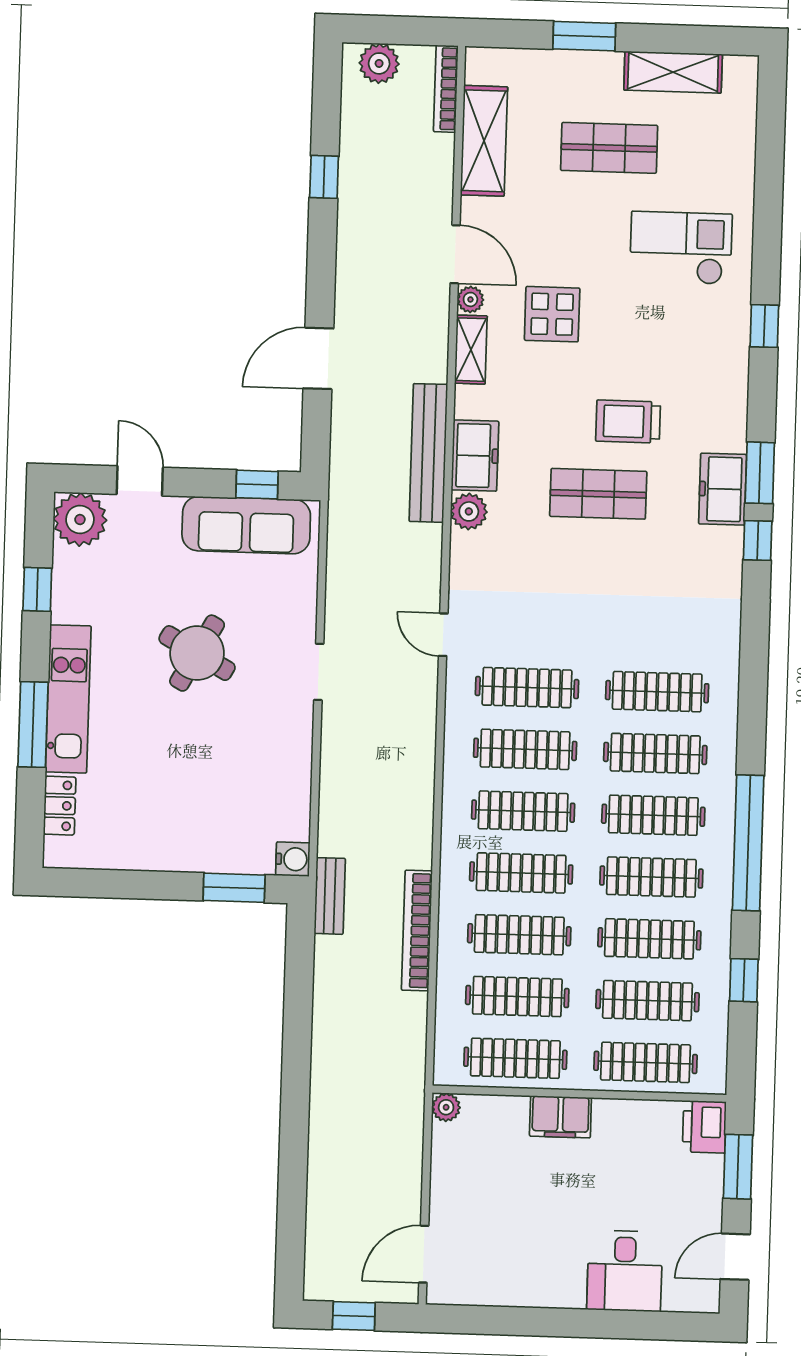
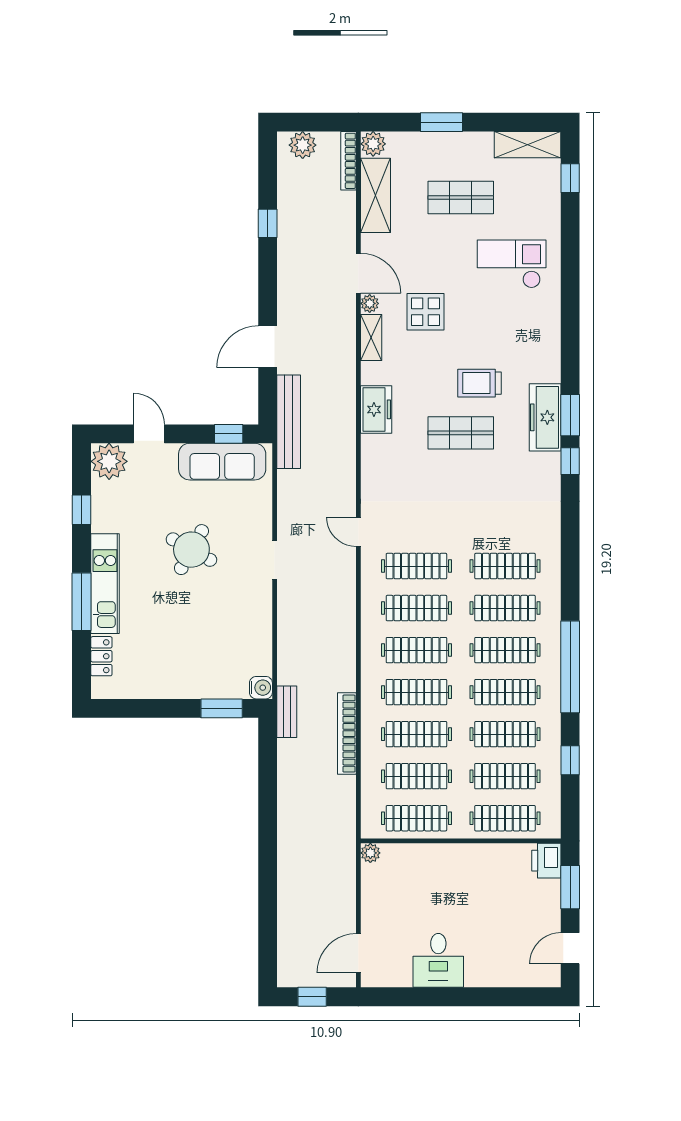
shelving: (673, 72) -> (527, 145), moved
window: (764, 326) -> (570, 178), moved
bench: (428, 453) -> (289, 422), moved
freezer: (723, 489) -> (545, 417), width x1.40
plant: (469, 511) -> (373, 144), moved
filing cabinet: (560, 1117) -> (448, 857), removed
desk: (625, 1271) -> (438, 960), moved

